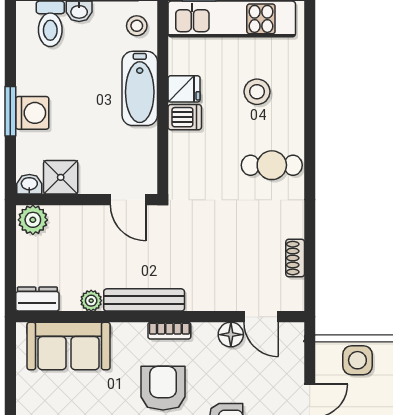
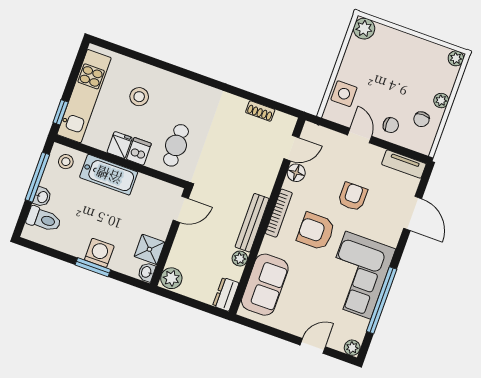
cafe table: (272, 165) -> (176, 145), moved
bookcase: (169, 331) -> (279, 213), width x1.56

